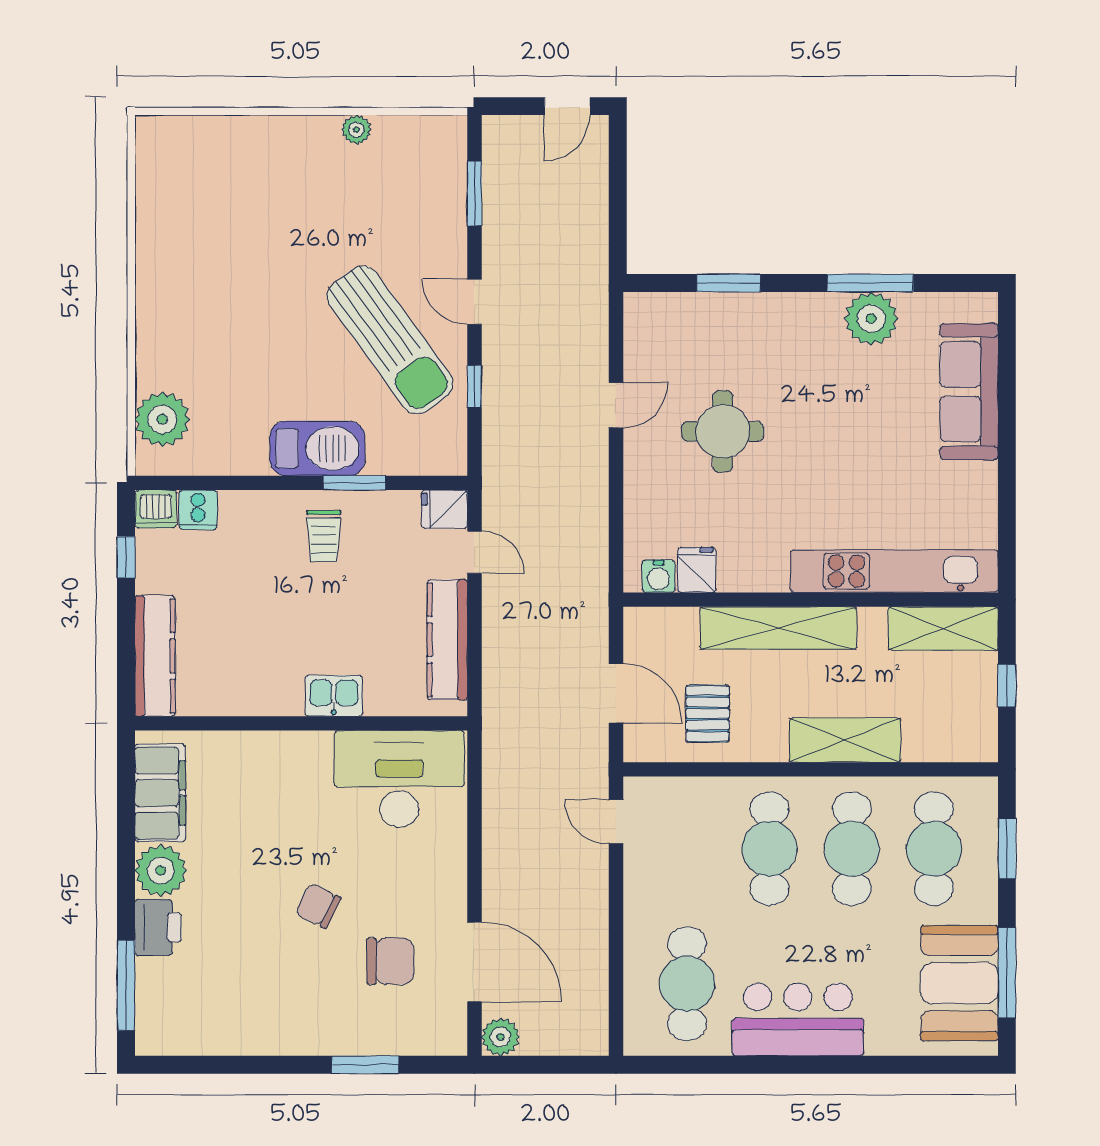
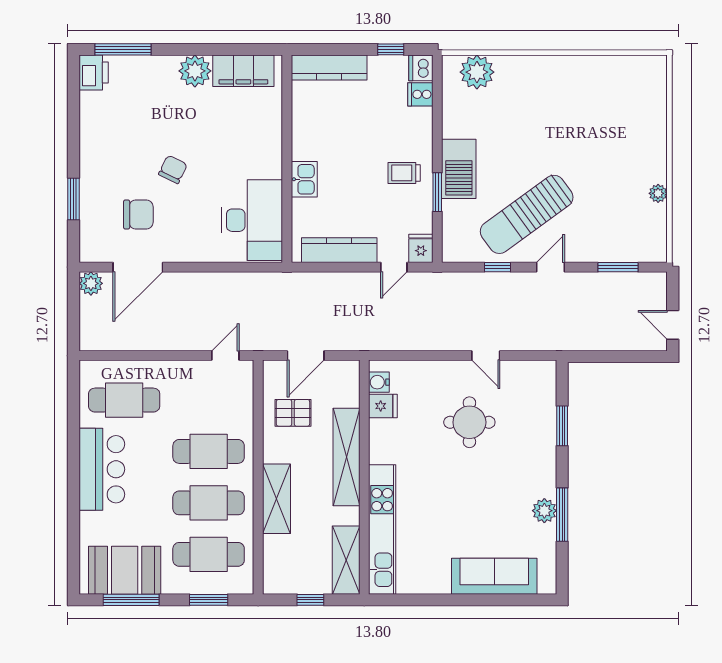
plant: (871, 319) -> (544, 511), width x0.73, depth x0.73
printer: (158, 927) -> (94, 72), moved, turned -90
chair: (390, 961) -> (138, 214), turned -90

